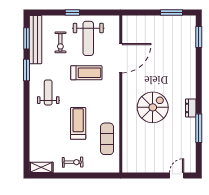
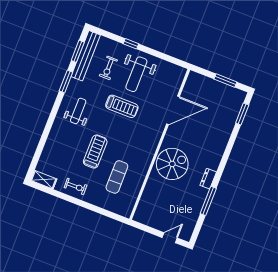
door: (121, 58) -> (173, 110), moved
wall: (121, 94) -> (160, 144), moved

